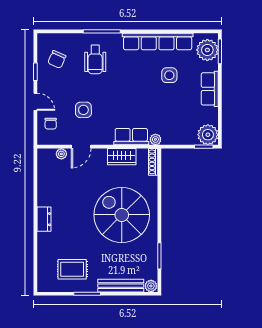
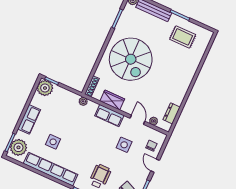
row of seats: (131, 137) -> (109, 116), moved
door: (81, 147) -> (137, 120), hinge flipped
dresser: (44, 219) -> (172, 113), moved

